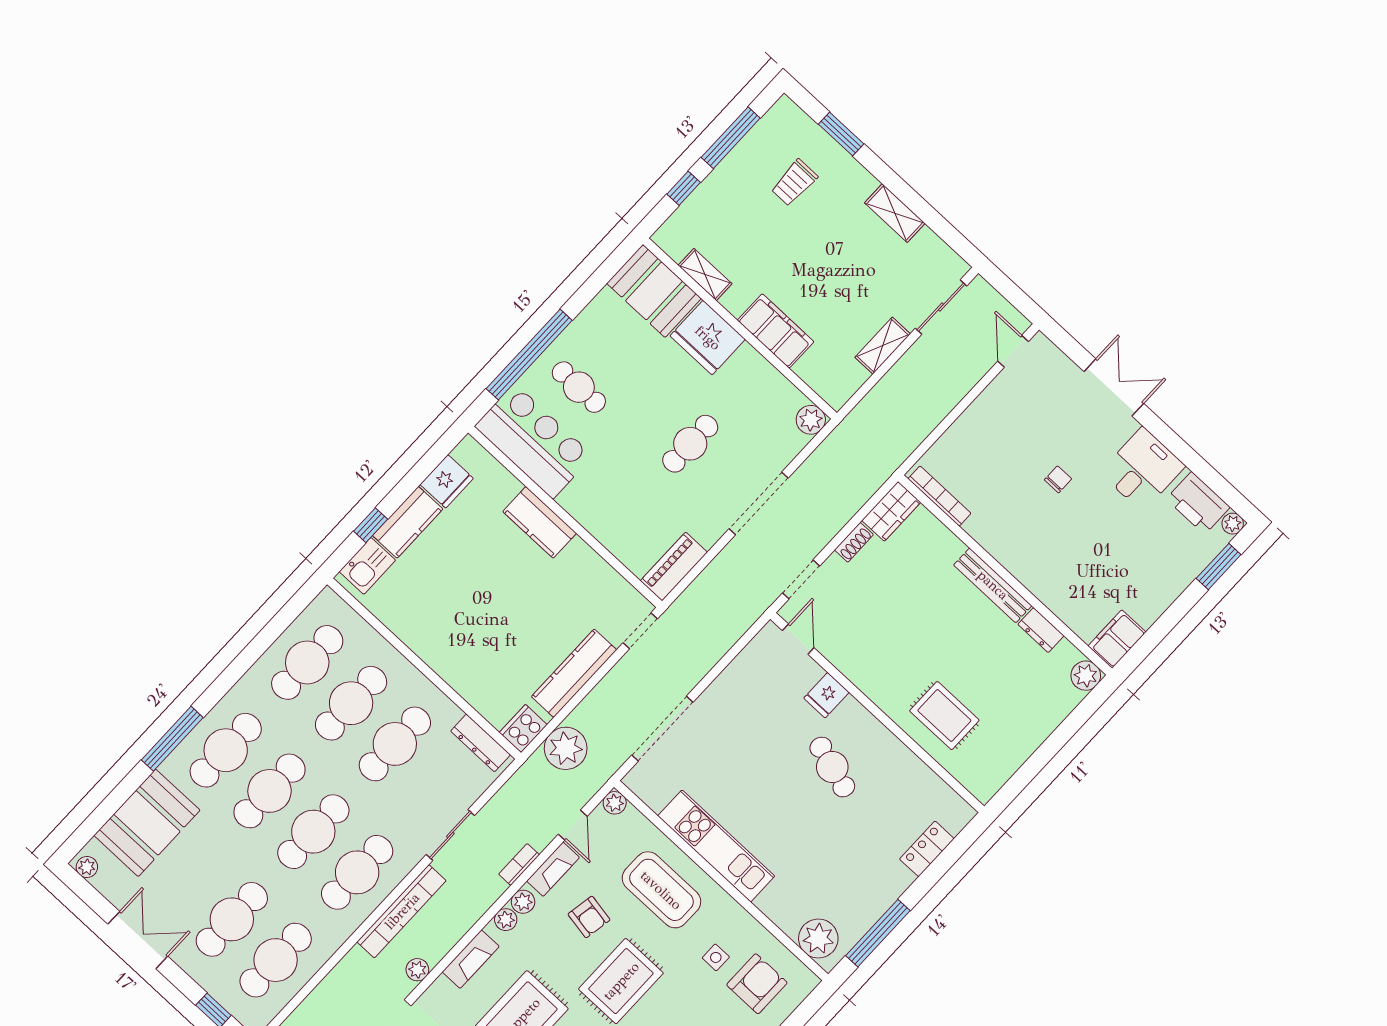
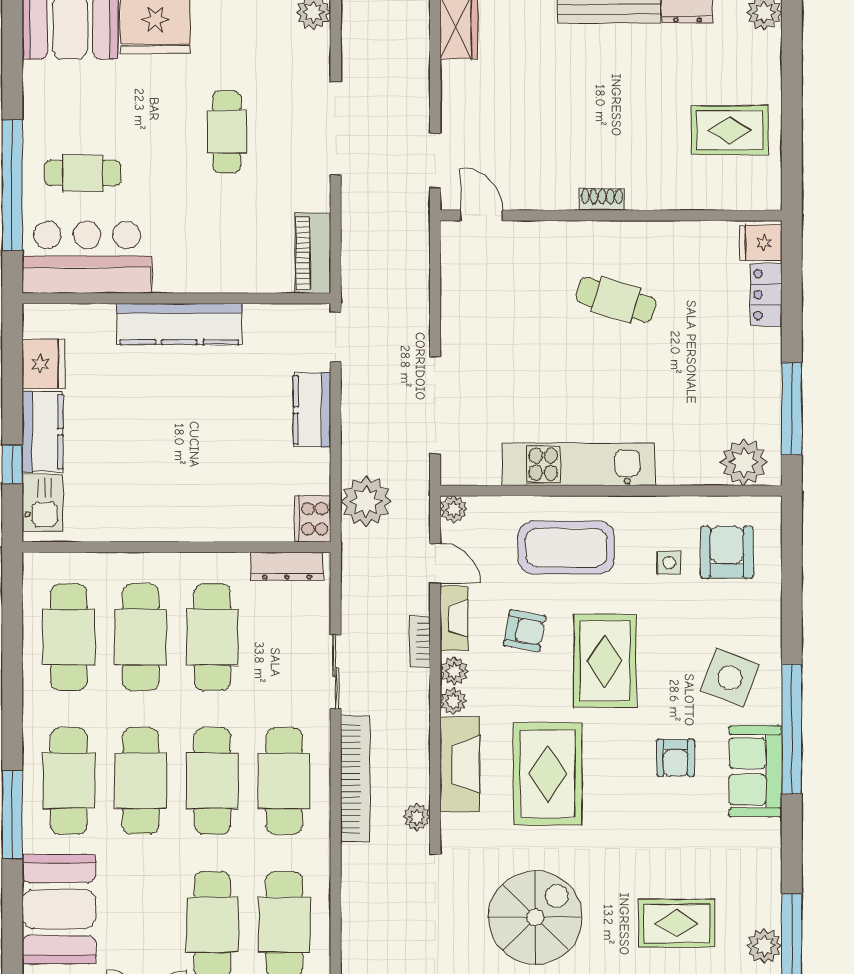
kitchen counter: (540, 522) -> (179, 324), width x1.50
shoe rack: (854, 542) -> (602, 199), moved, turned -90
kitchen counter: (574, 673) -> (312, 410), width x0.67
fridge: (826, 695) -> (761, 243), moved, turned 90
rug: (944, 716) -> (730, 130), moved
fireplace: (471, 959) -> (460, 764), width x1.37, depth x1.32

